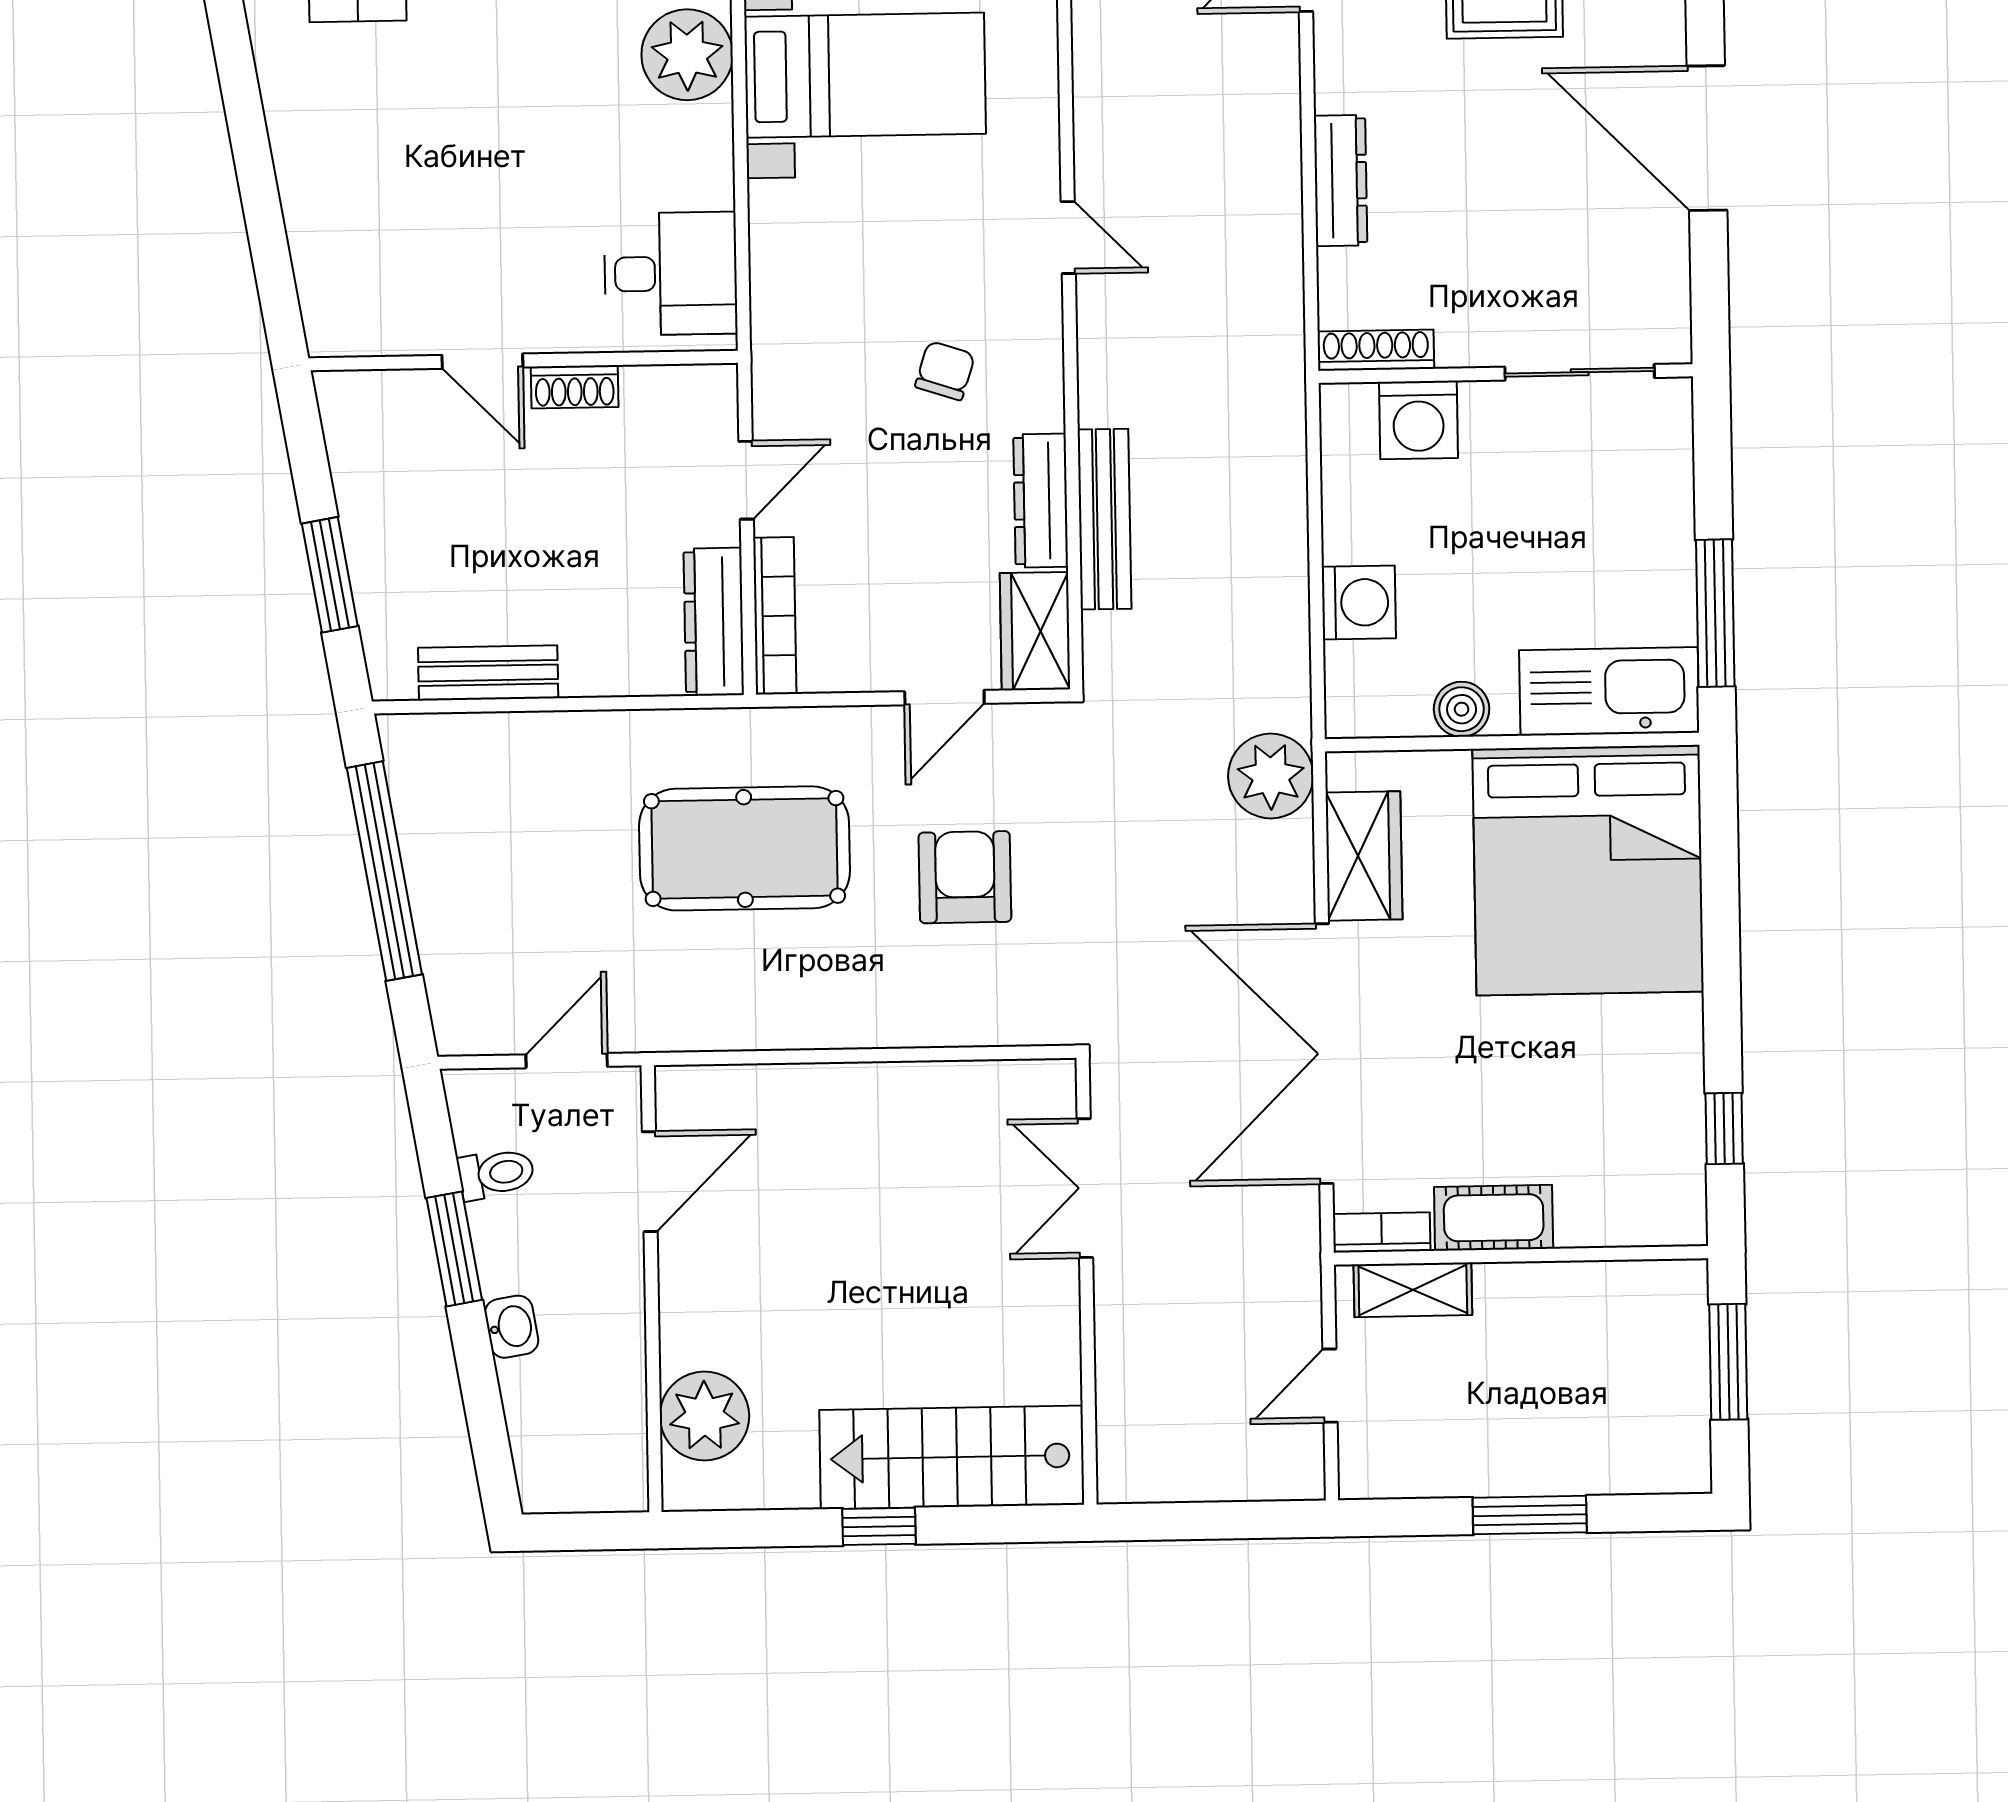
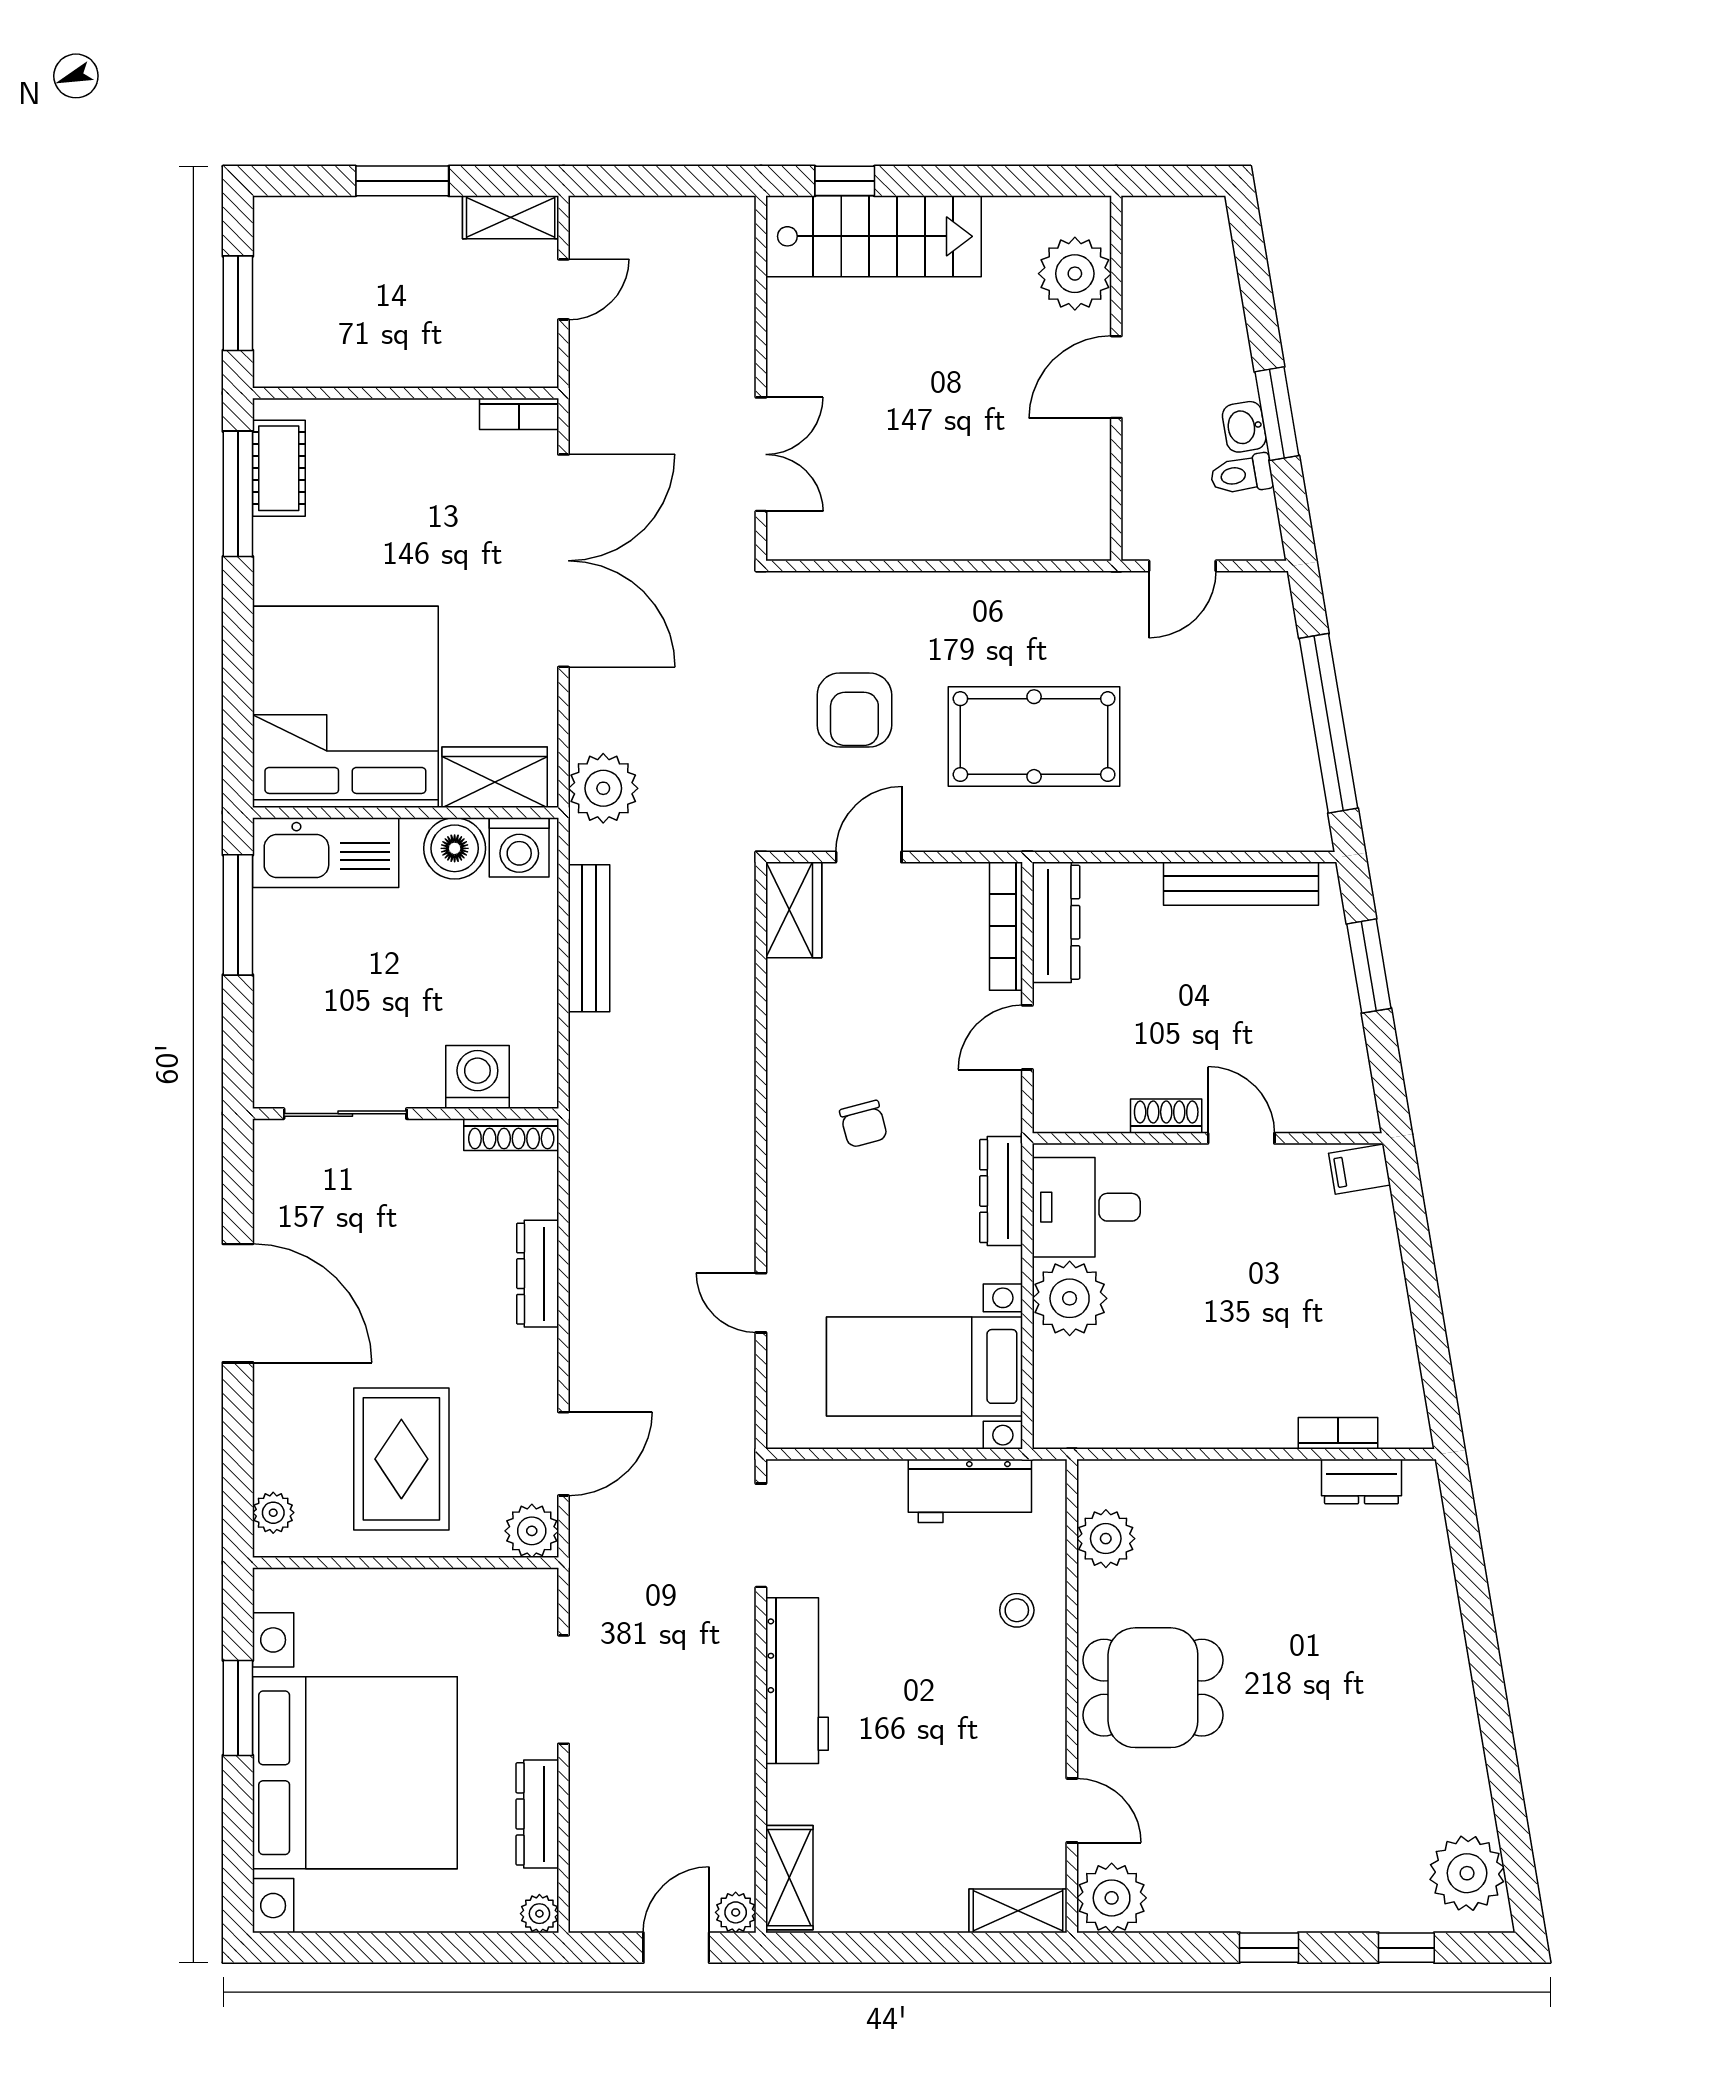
plant: (687, 55) -> (1070, 1298), moved
door: (1068, 237) -> (761, 1303), moved
filing cabinet: (337, 326) -> (1360, 1169), added
chair: (945, 371) -> (863, 1124), turned -33
dresser: (1041, 501) -> (1001, 1191), moved, turned 180
bench: (1104, 519) -> (589, 938), moved
washing machine: (1359, 602) -> (519, 847), moved, turned -90
bench: (488, 673) -> (1241, 884), width x1.36
boiler: (1462, 709) -> (455, 848), width x1.36, depth x1.36
wardrobe: (1364, 856) -> (495, 777), moved, turned 90
window: (1724, 1128) -> (238, 494), width x2.17
door: (650, 1182) -> (1116, 377), moved
cot: (1494, 1218) -> (279, 468), moved, turned 90
shelving: (1413, 1290) -> (511, 217), moved
washbasin: (512, 1327) -> (1244, 427), moved
window: (879, 1526) -> (845, 181), moved

